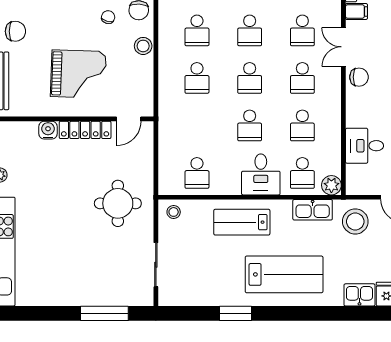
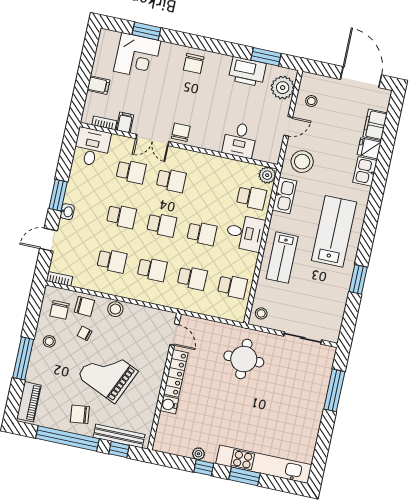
chair: (15, 31) -> (80, 414), turned -96
grand piano: (78, 74) -> (108, 374), moved, turned -68
school desk: (302, 125) -> (192, 278), moved

